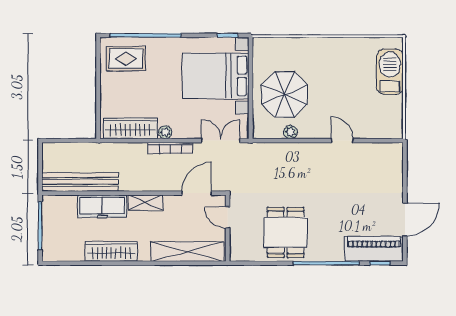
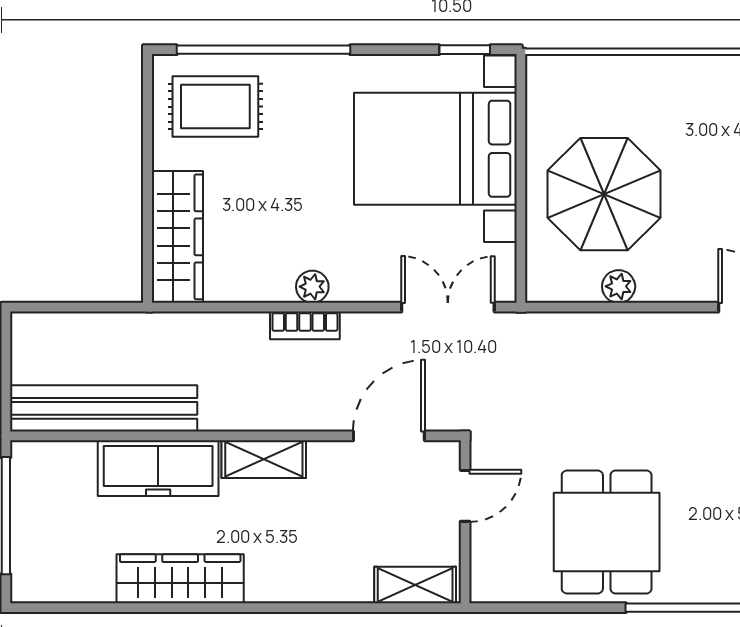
wardrobe: (130, 128) -> (177, 237), moved, turned 90
bookcase: (170, 148) -> (305, 325), width x0.64
door: (228, 218) -> (465, 496), swing flipped
shelving: (187, 252) -> (415, 585), width x0.45, depth x0.75

